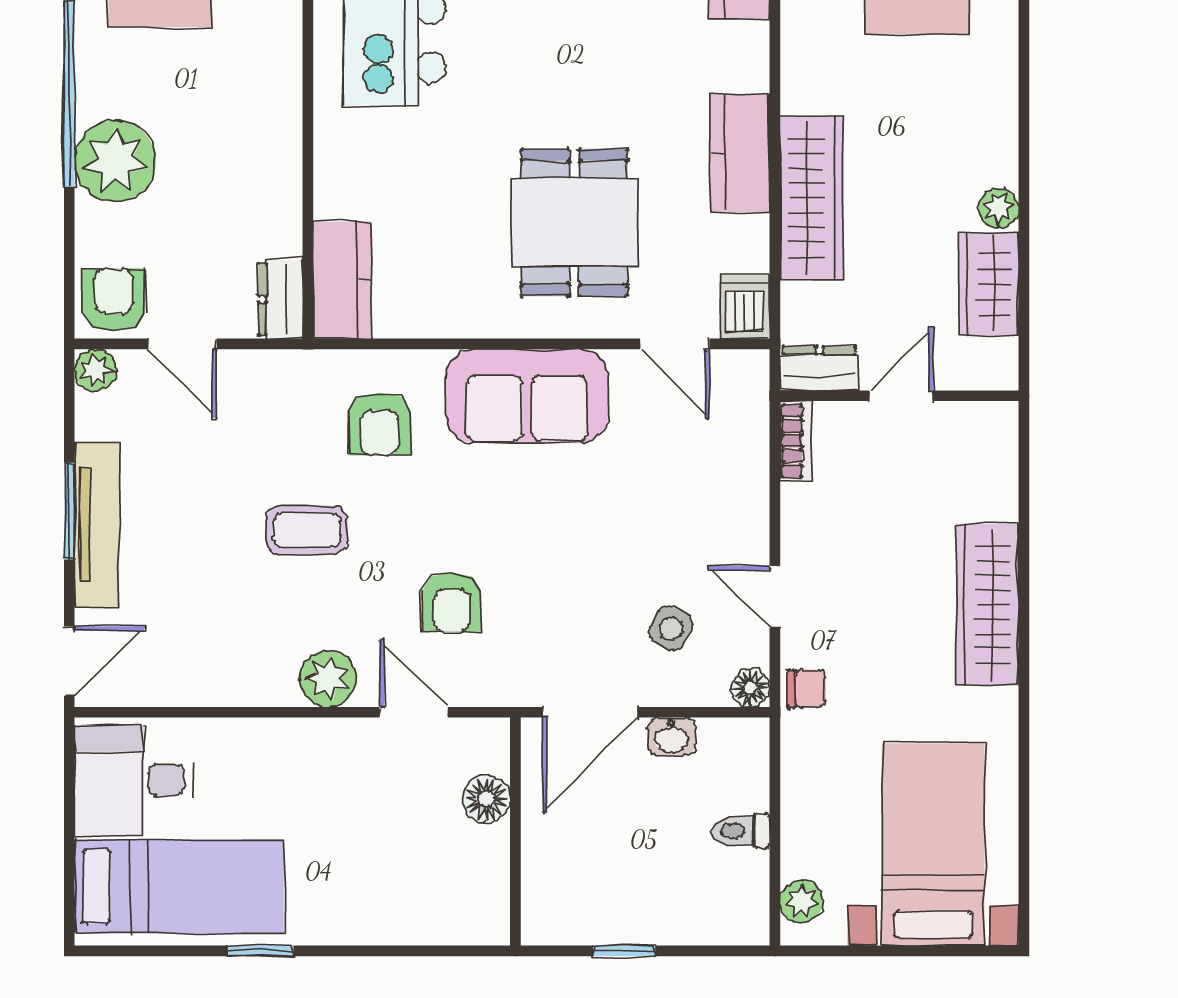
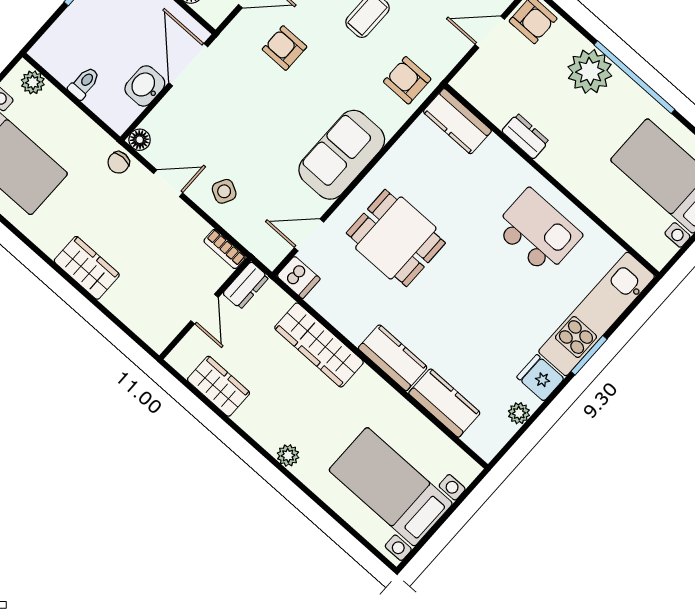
kitchen counter: (740, 153) -> (393, 358), moved
plant: (999, 208) -> (288, 455), moved
dresser: (281, 299) -> (525, 136), moved
armchair: (380, 424) -> (407, 80), moved
wardrobe: (987, 605) -> (87, 268), width x0.67
side table: (671, 628) -> (224, 191), moved
washbasin: (671, 737) -> (145, 86), width x1.38, depth x1.45

